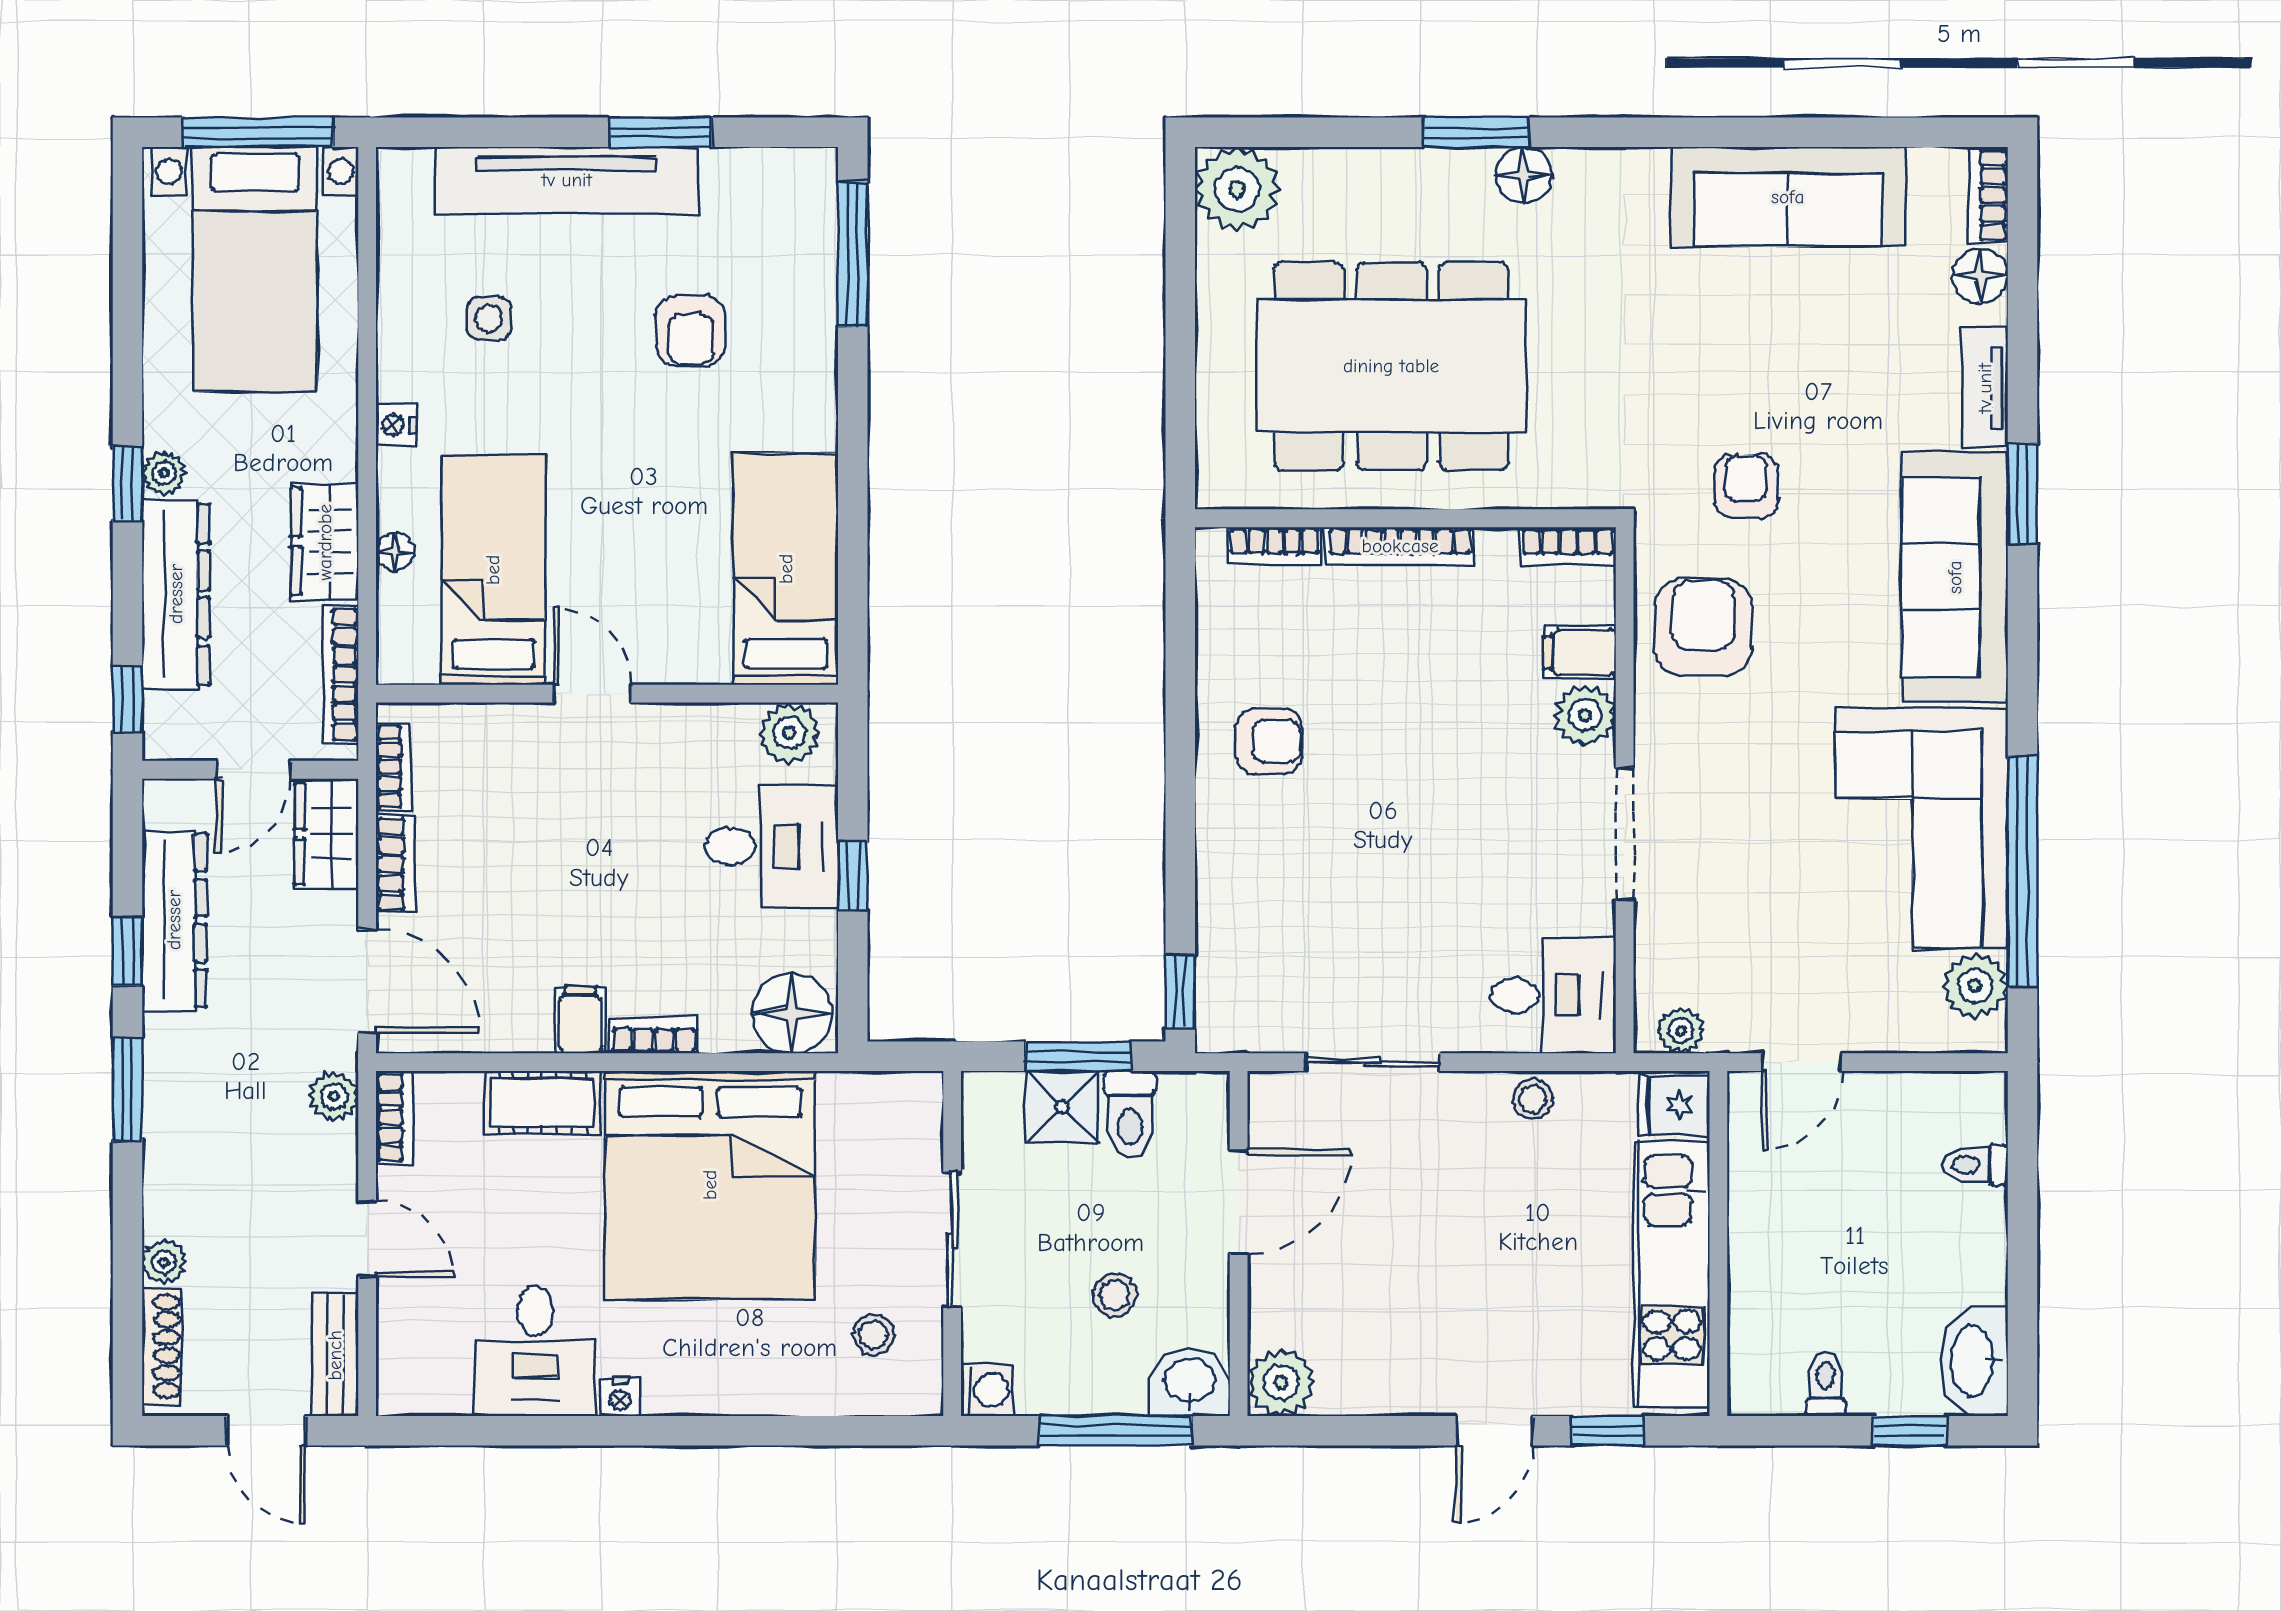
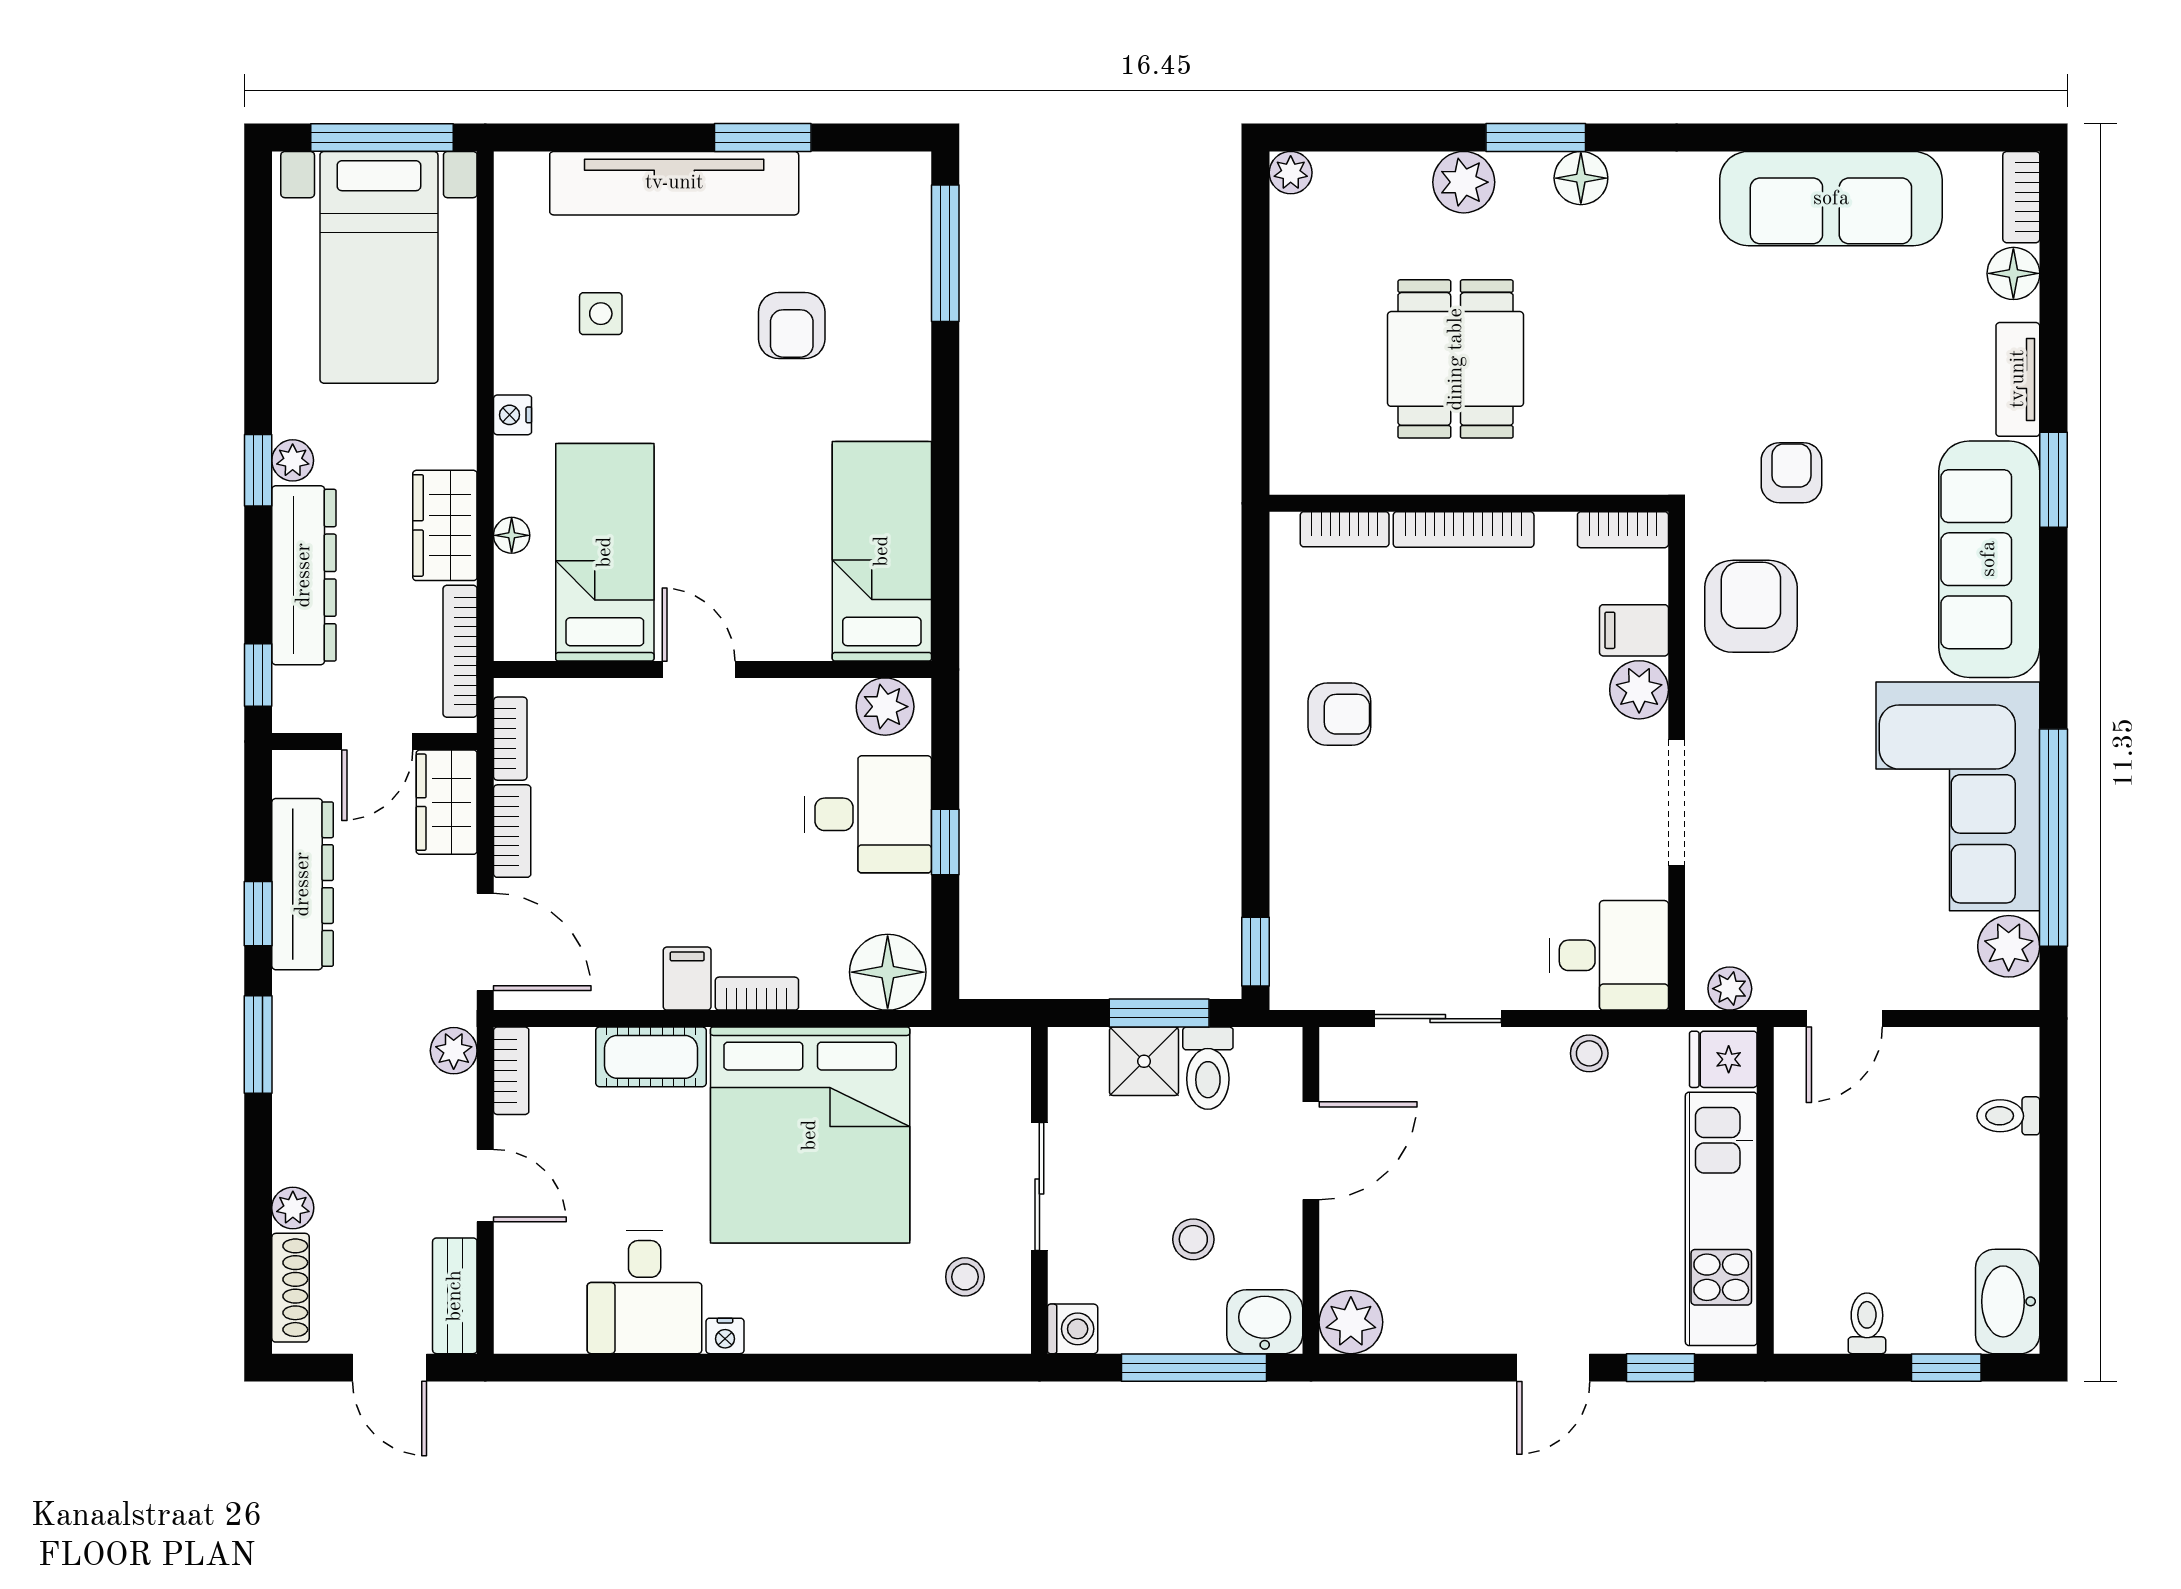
plant: (1400, 179) -> (1464, 182), added
plant: (1237, 189) -> (1291, 173), width x0.53, depth x0.53
dining table: (1391, 366) -> (1456, 359), width x0.53, depth x0.80

